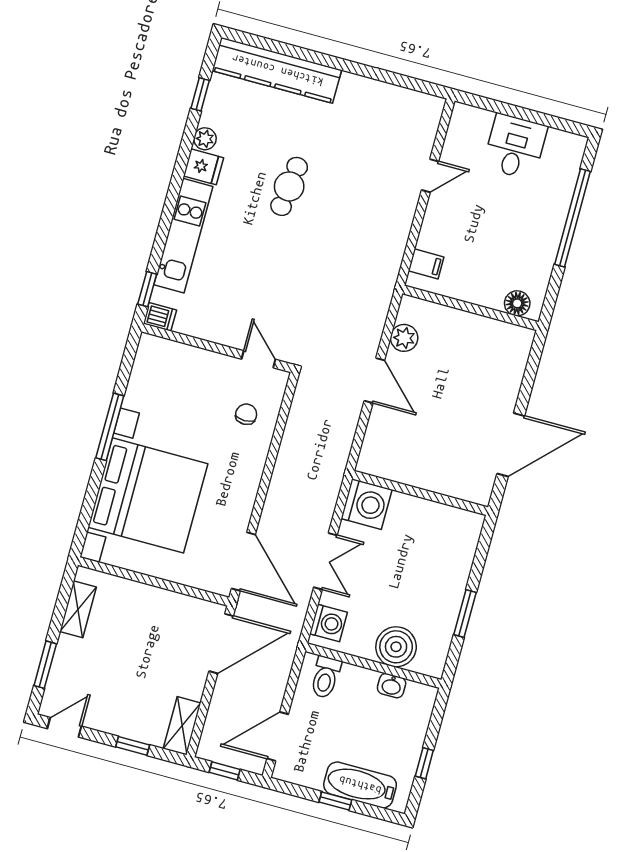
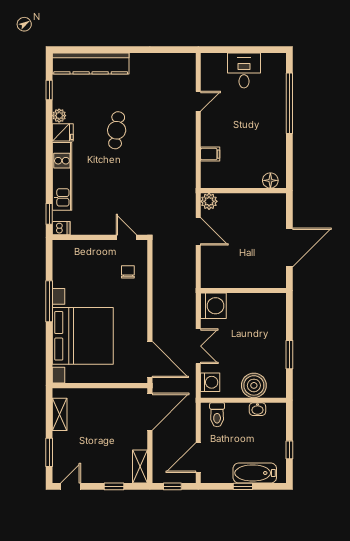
floor lamp: (517, 303) -> (270, 180), moved
wall: (470, 308) -> (243, 191), moved

